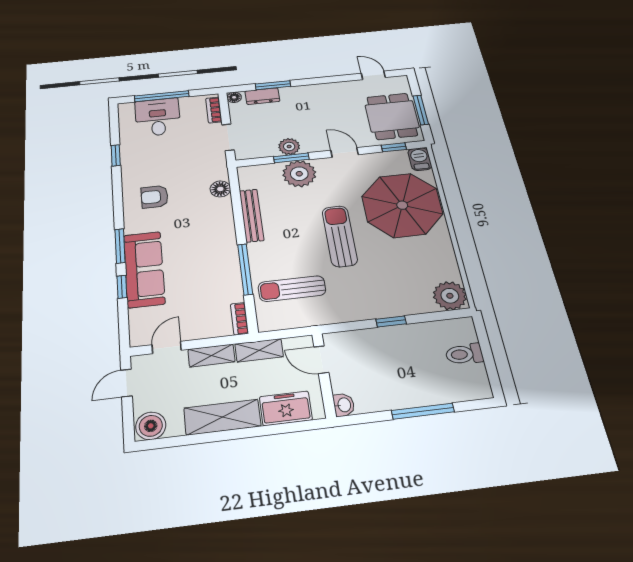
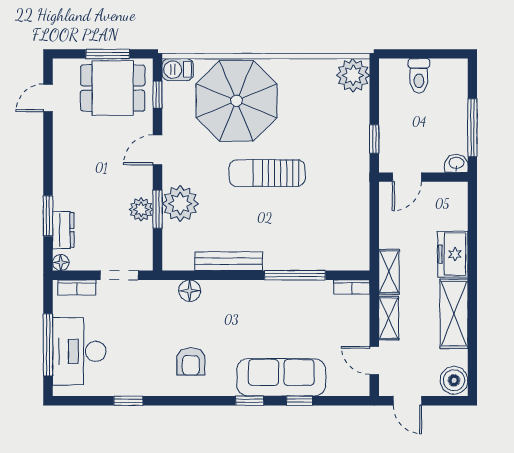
desk: (158, 117) -> (79, 351), width x1.37
window: (120, 246) -> (250, 401), width x0.67
sun lounger: (292, 289) -> (324, 231), removed
door: (321, 360) -> (407, 177), moved
wall: (324, 375) -> (423, 177), moved
washbasin: (344, 405) -> (456, 163), moved

